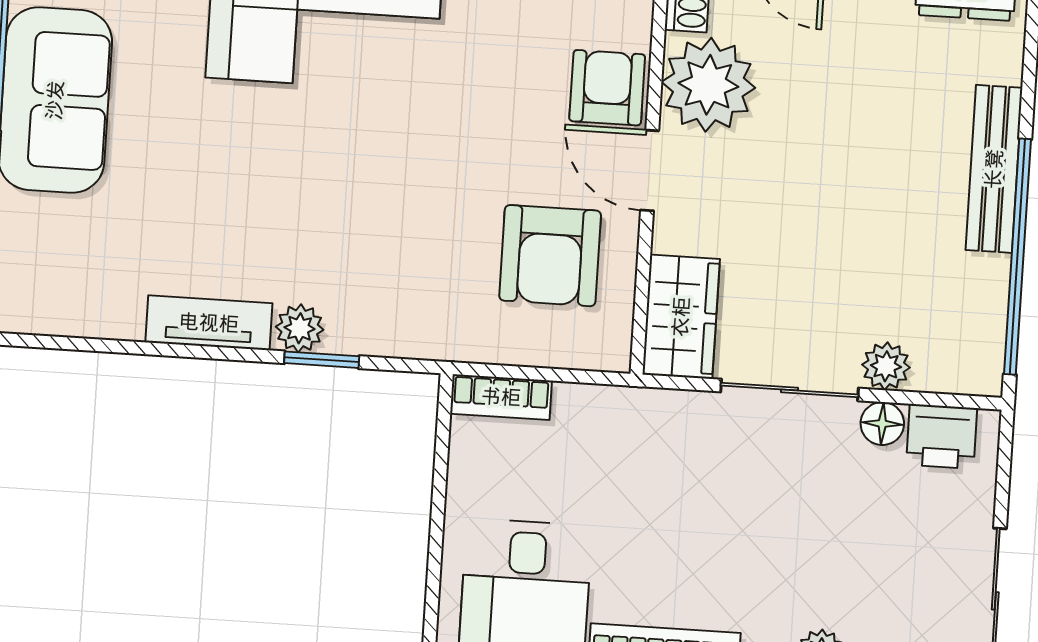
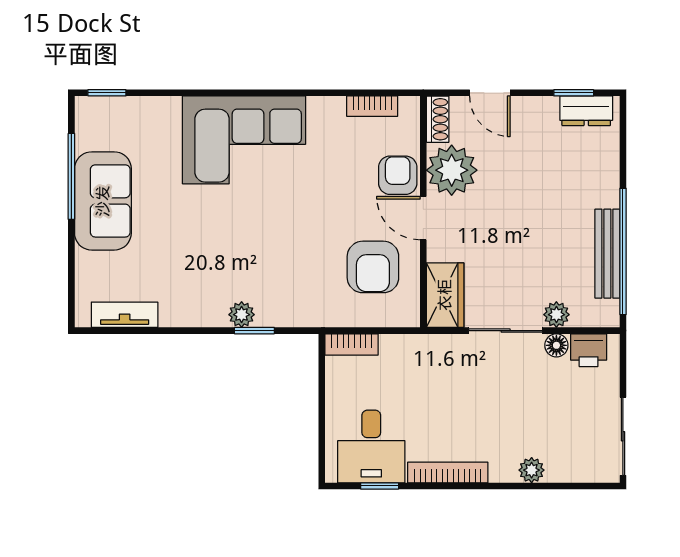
bench: (994, 169) -> (607, 254), moved
tv unit: (209, 323) -> (125, 315), moved

